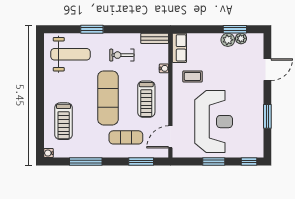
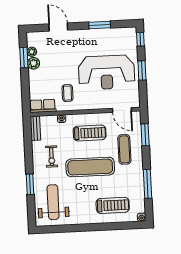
reception desk: (214, 122) -> (107, 72), turned 180

